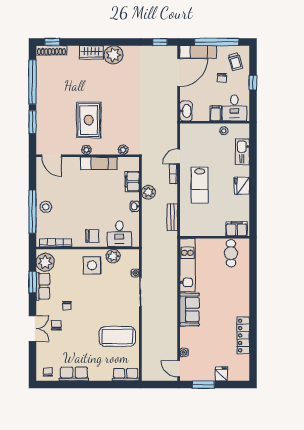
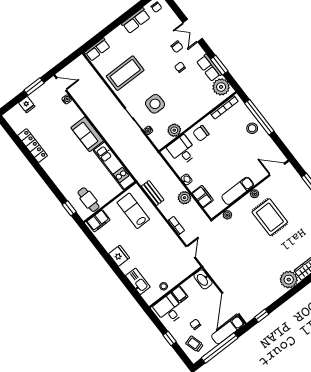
door: (179, 156) -> (190, 252), moved
lab bench: (200, 185) -> (133, 211), moved
window: (253, 258) -> (69, 208), added
side table: (92, 265) -> (155, 104), moved

